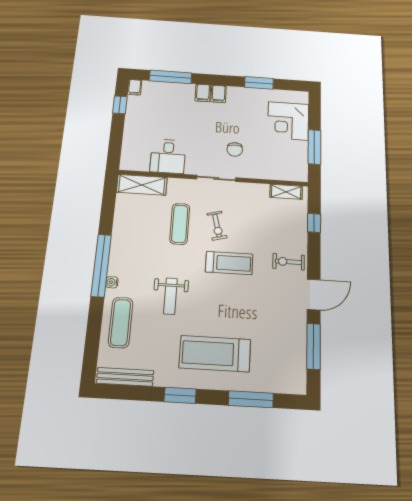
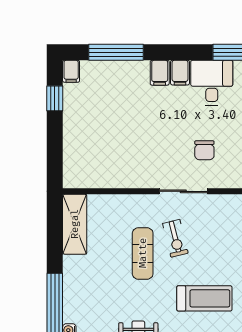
desk: (168, 156) -> (212, 83), moved, turned 180
shelving: (142, 185) -> (75, 224), moved, turned 90
exercise bike: (217, 226) -> (175, 238), moved

